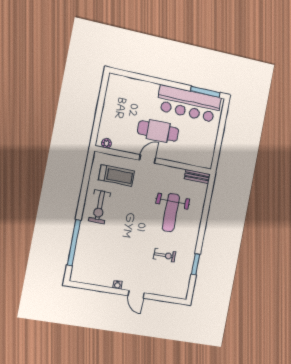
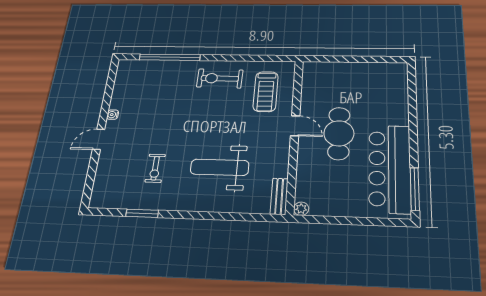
plant: (107, 143) -> (301, 209), moved

